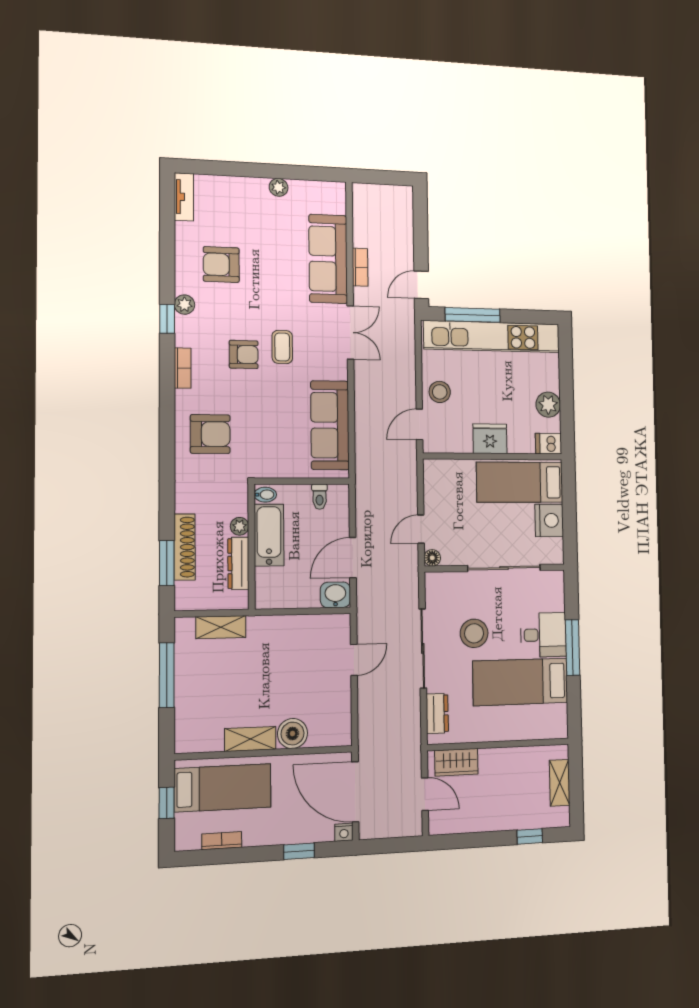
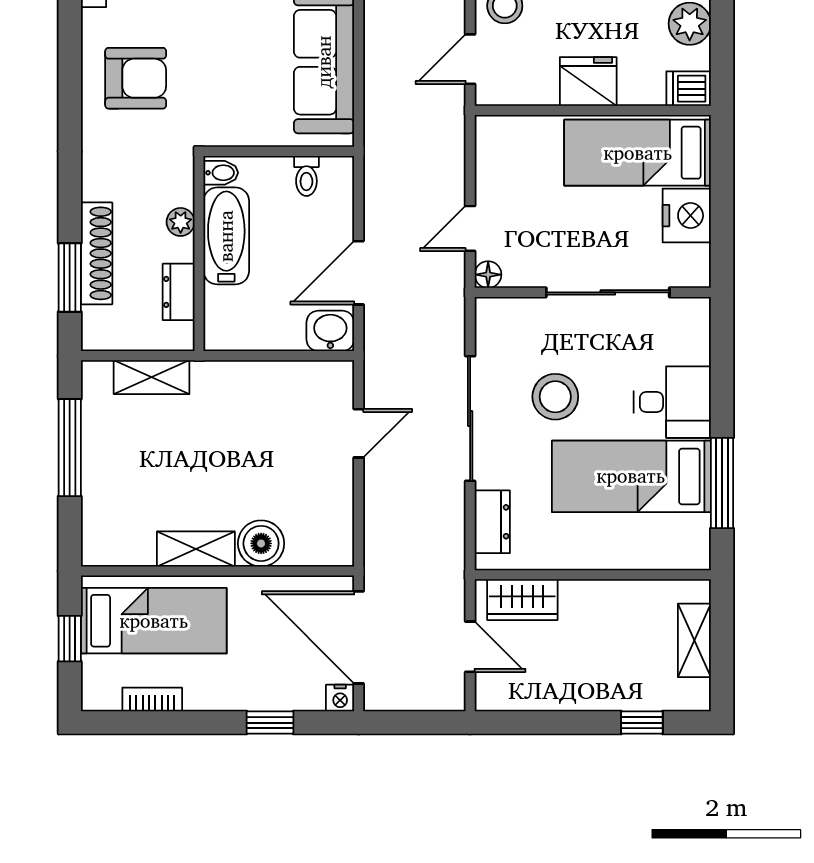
dresser: (238, 563) -> (179, 292), width x0.70
window: (573, 648) -> (722, 483), moved

